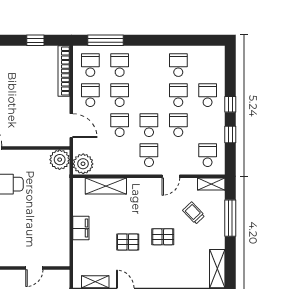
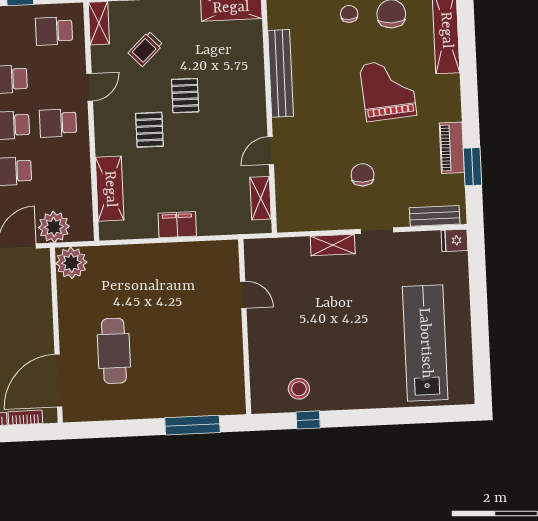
plant: (83, 164) -> (54, 227), moved
door: (171, 176) -> (90, 87), hinge flipped
pallet: (128, 242) -> (149, 130), moved

